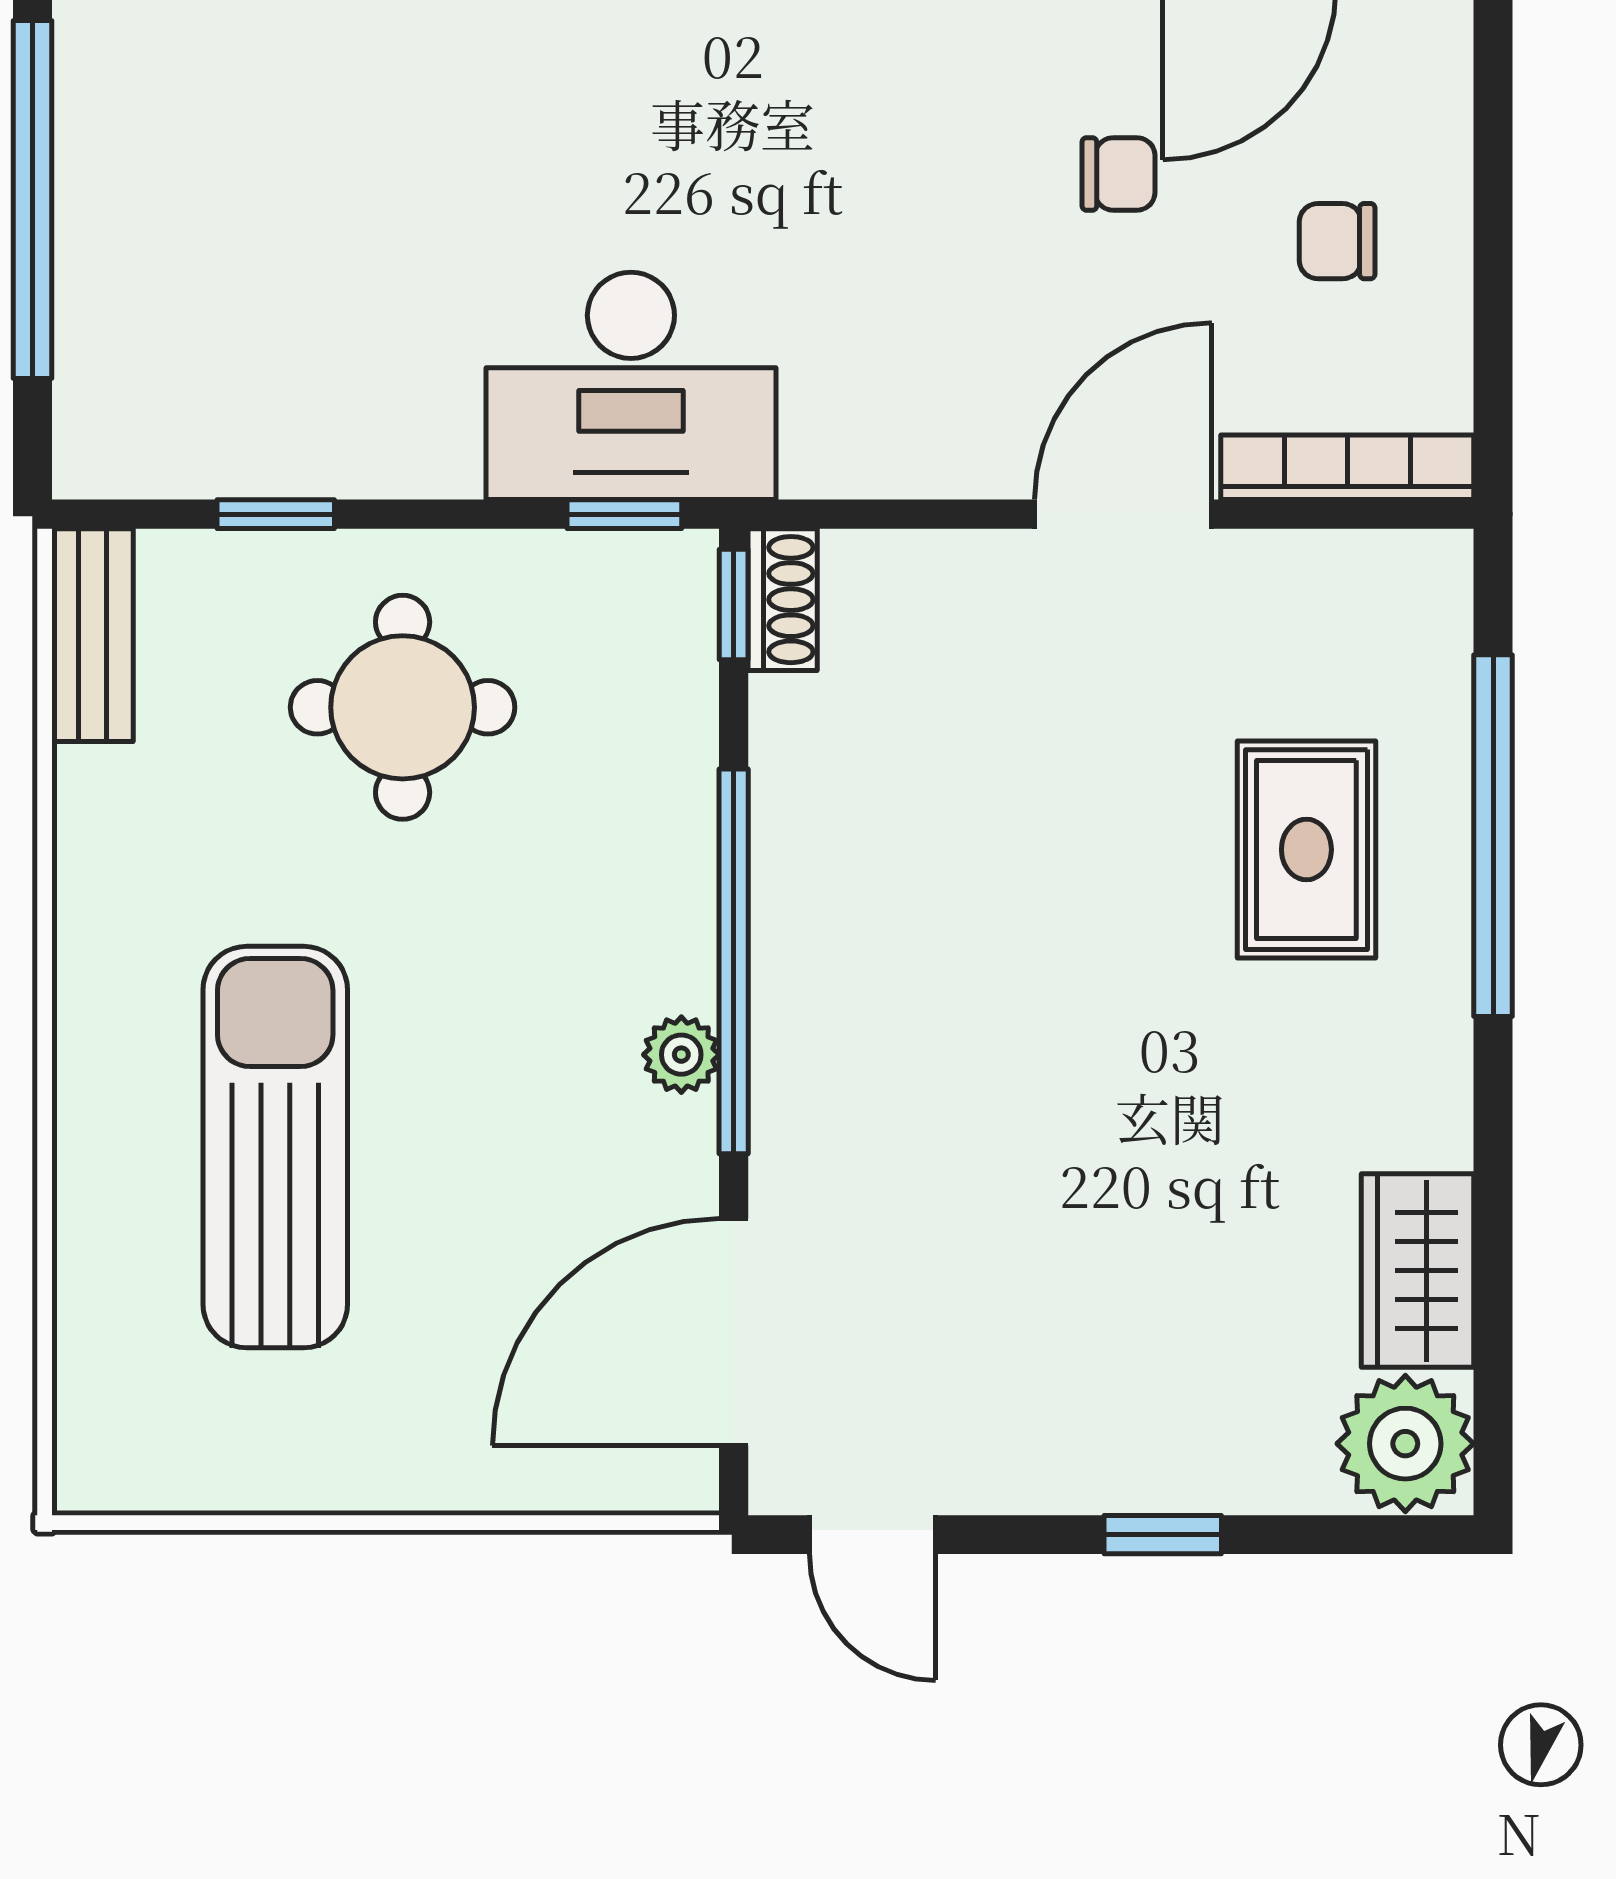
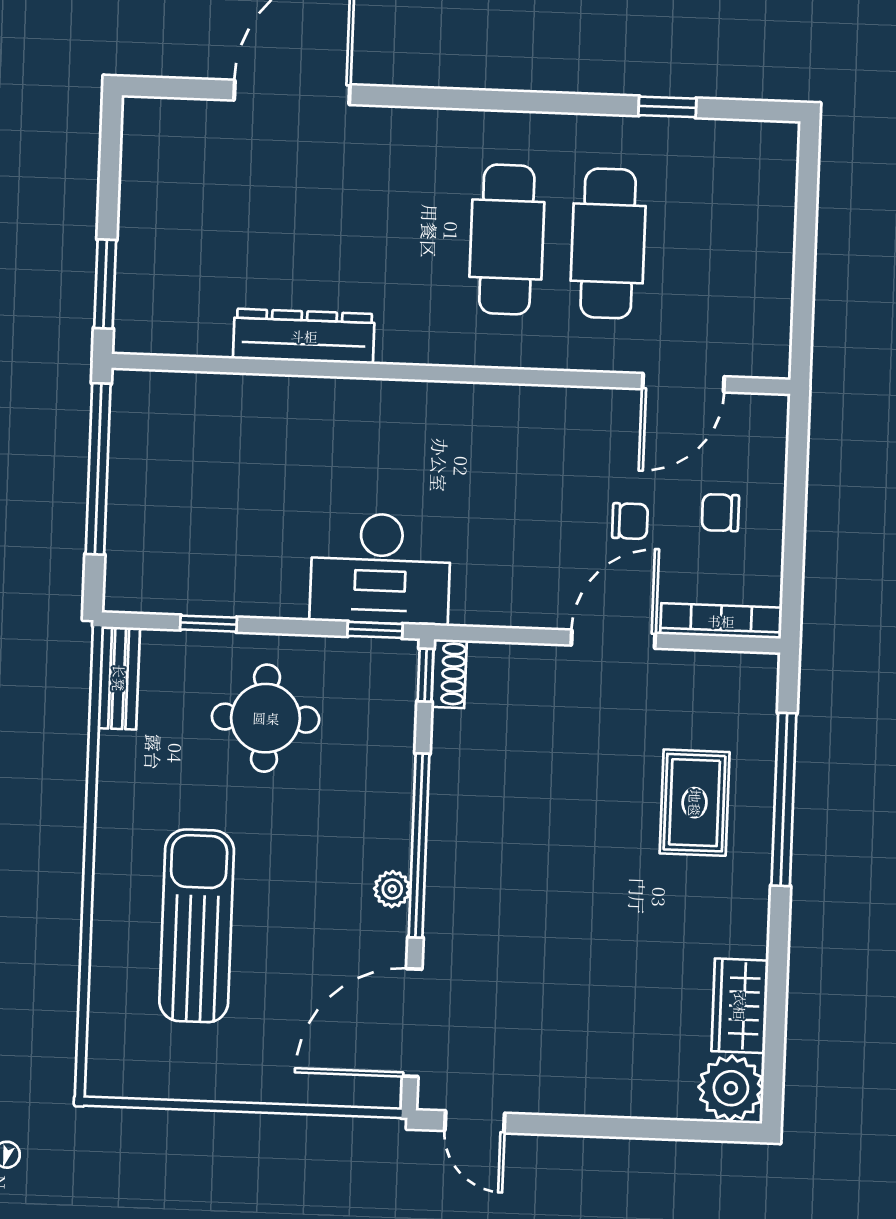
chair: (1118, 174) -> (630, 521), moved
window: (1163, 1535) -> (613, 1127), removed

